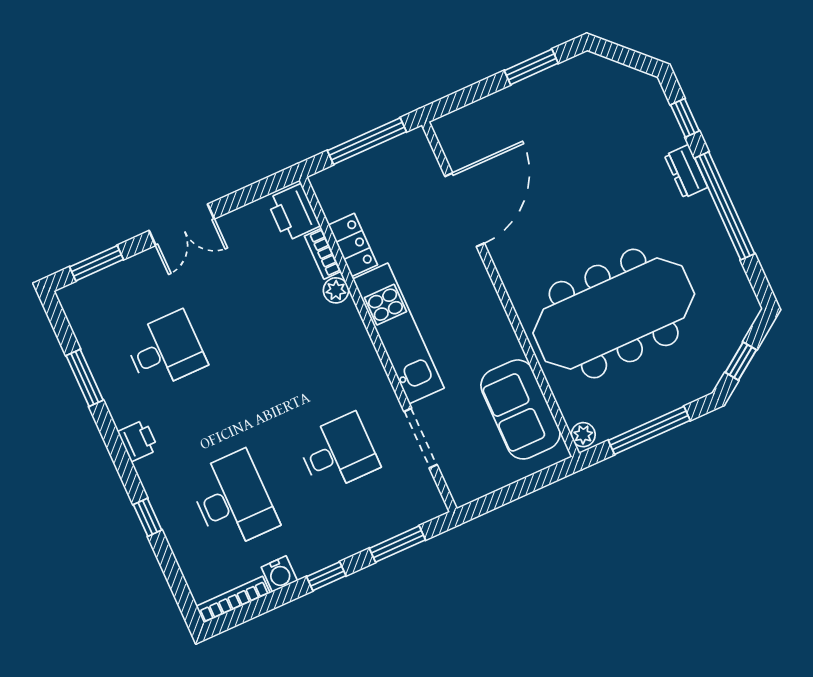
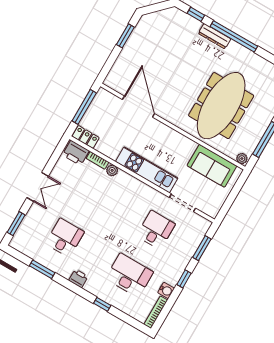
dresser: (686, 171) -> (214, 36), width x1.44
locker: (353, 245) -> (86, 137), moved

